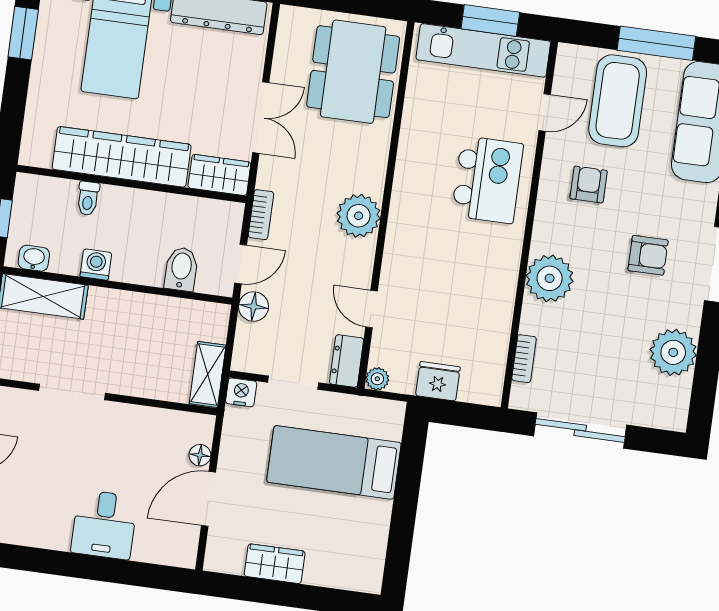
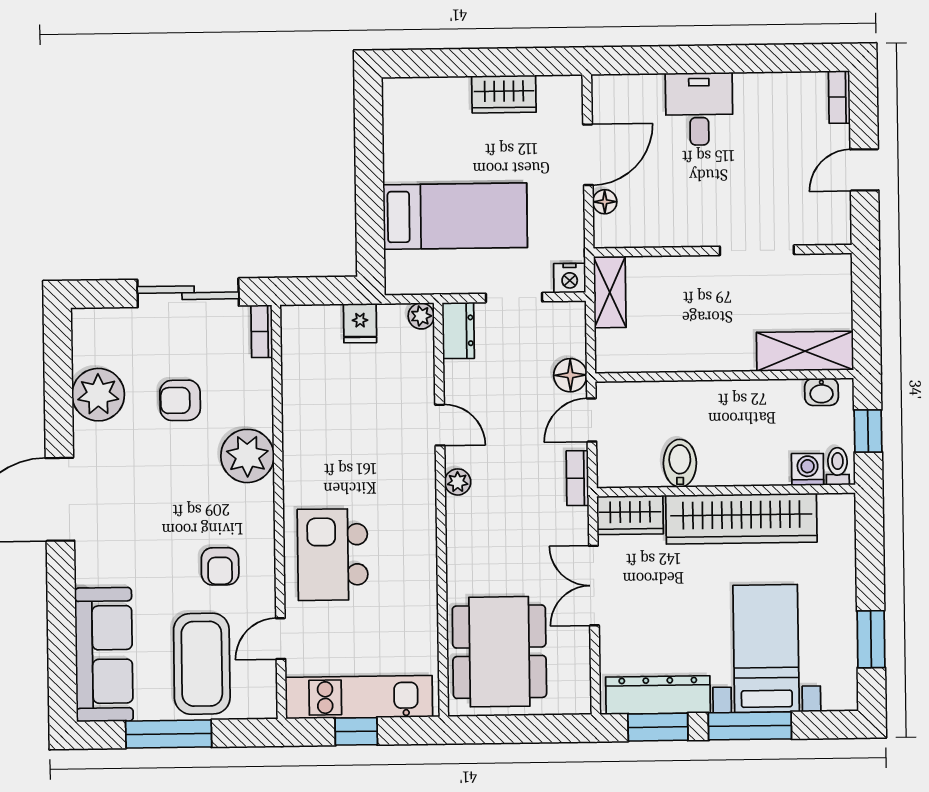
window: (490, 20) -> (356, 731), width x0.67
toilet: (88, 198) -> (838, 466), moved
plant: (359, 216) -> (458, 482), width x0.53, depth x0.53
armchair: (648, 255) -> (180, 400), moved
washing machine: (96, 265) -> (808, 469), moved, turned 180
bidet: (181, 269) -> (680, 463), moved, turned 180
door: (372, 309) -> (440, 425), moved
bookcase: (524, 359) -> (262, 331), moved
fridge: (438, 381) -> (360, 323), width x0.72

